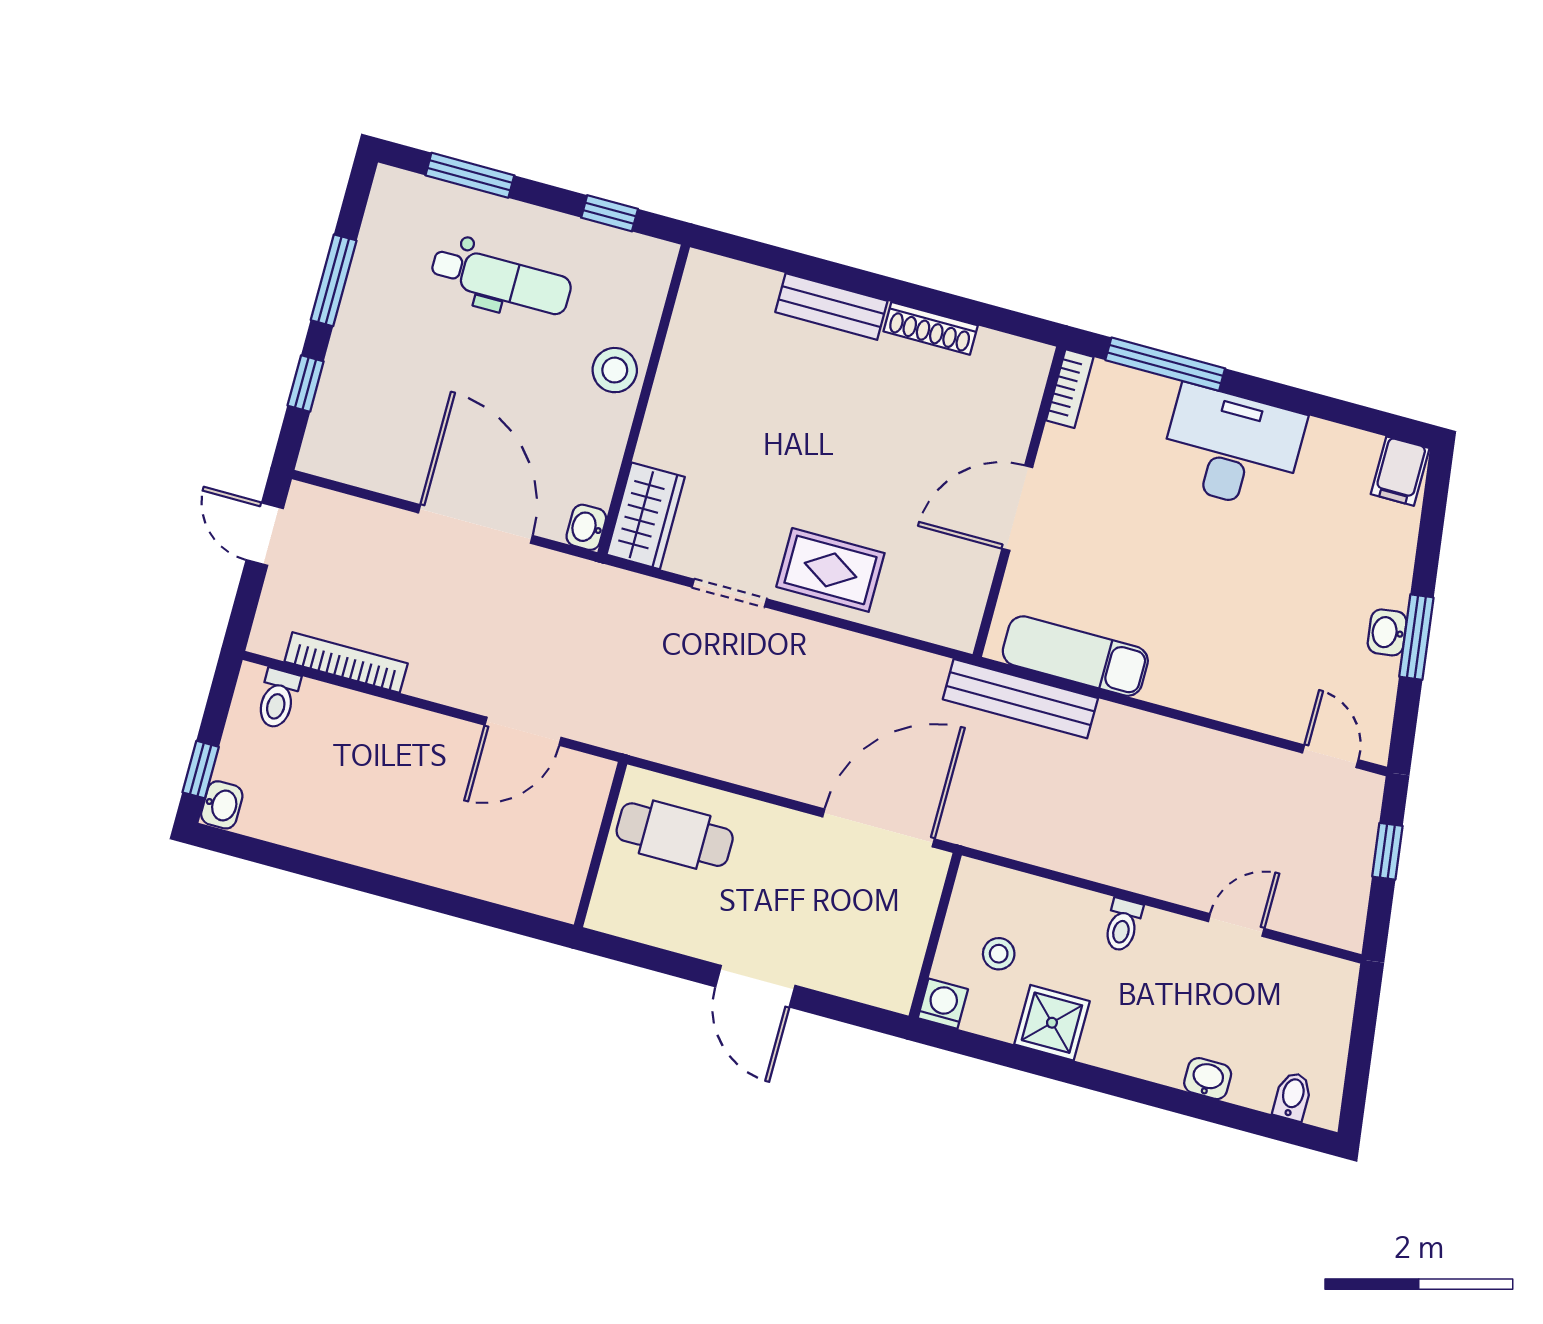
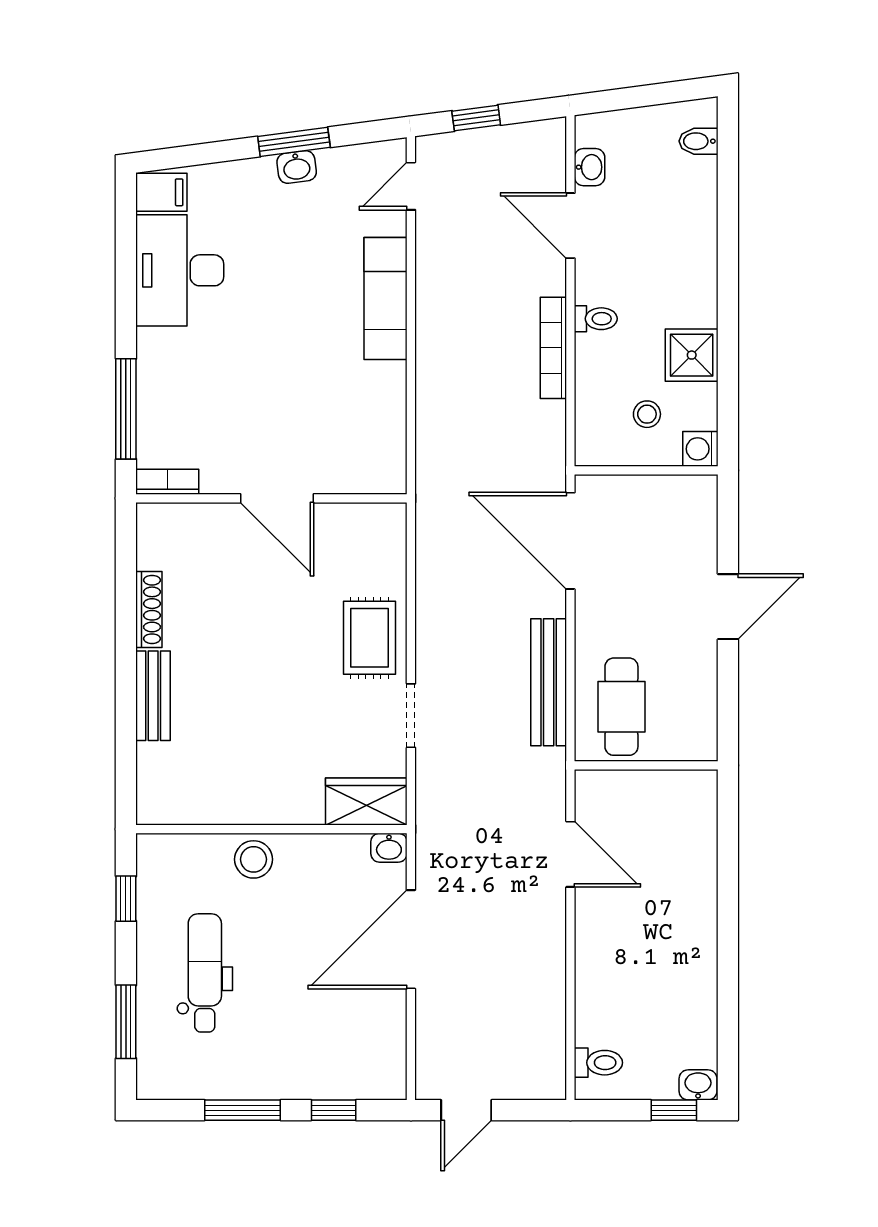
desk: (1232, 448) -> (180, 270), moved
exam couch: (1075, 656) -> (386, 299), moved
bookcase: (346, 662) -> (553, 348), moved
bench: (1020, 699) -> (549, 682), moved
door: (1236, 925) -> (570, 226), width x1.38
washbasin: (1208, 1079) -> (590, 167), moved, turned 180

